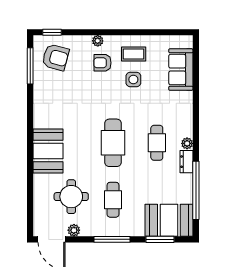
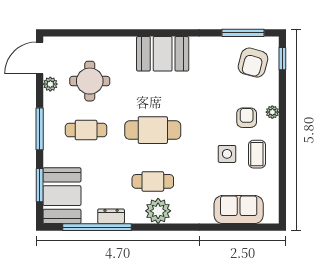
plant: (187, 143) -> (158, 211), width x1.87, depth x1.87
booth: (48, 151) -> (163, 54), moved
dresser: (187, 162) -> (111, 216), moved

